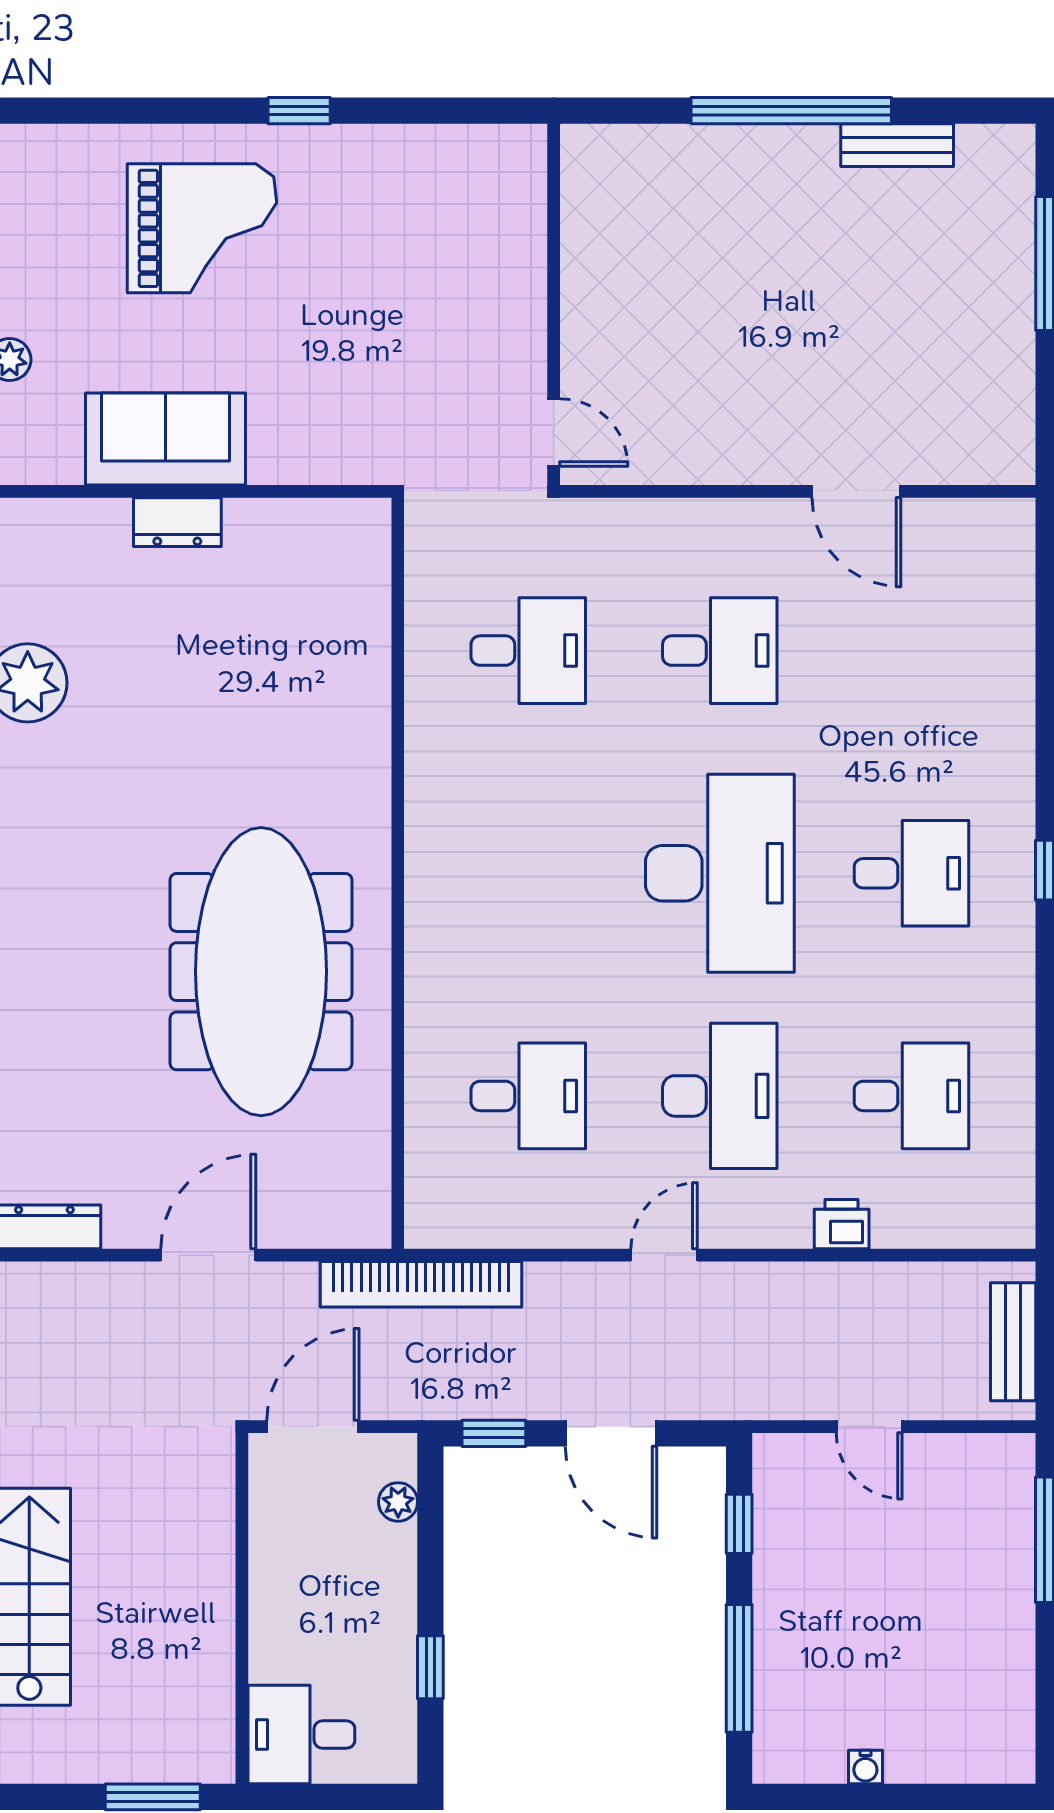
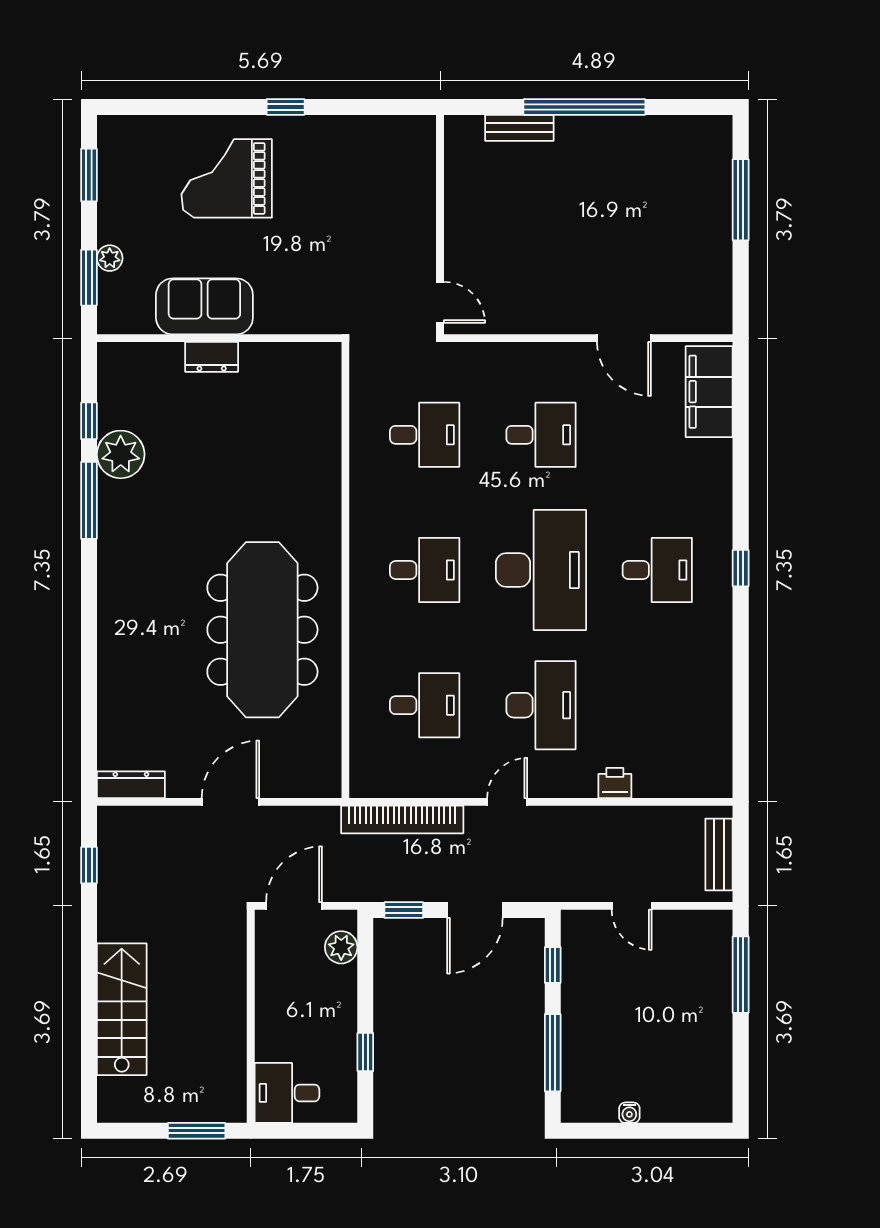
bench: (897, 145) -> (519, 128), moved
grand piano: (202, 228) -> (227, 178), turned 180
filing cabinet: (997, 580) -> (709, 392), added
desk: (911, 1096) -> (425, 570), moved
bookcase: (421, 1284) -> (402, 819), moved
door: (611, 1433) -> (475, 910), hinge flipped
plant: (398, 1502) -> (341, 947), width x1.38, depth x1.38

